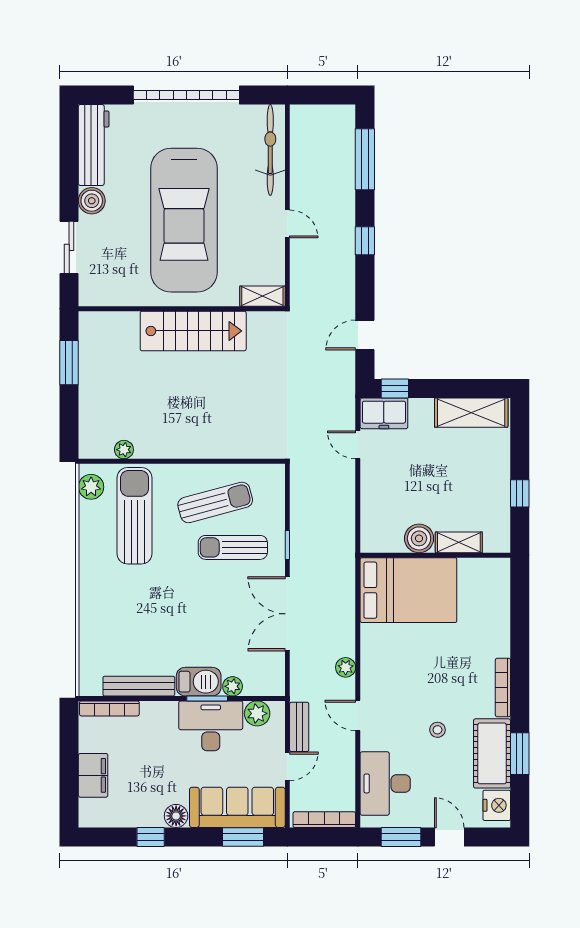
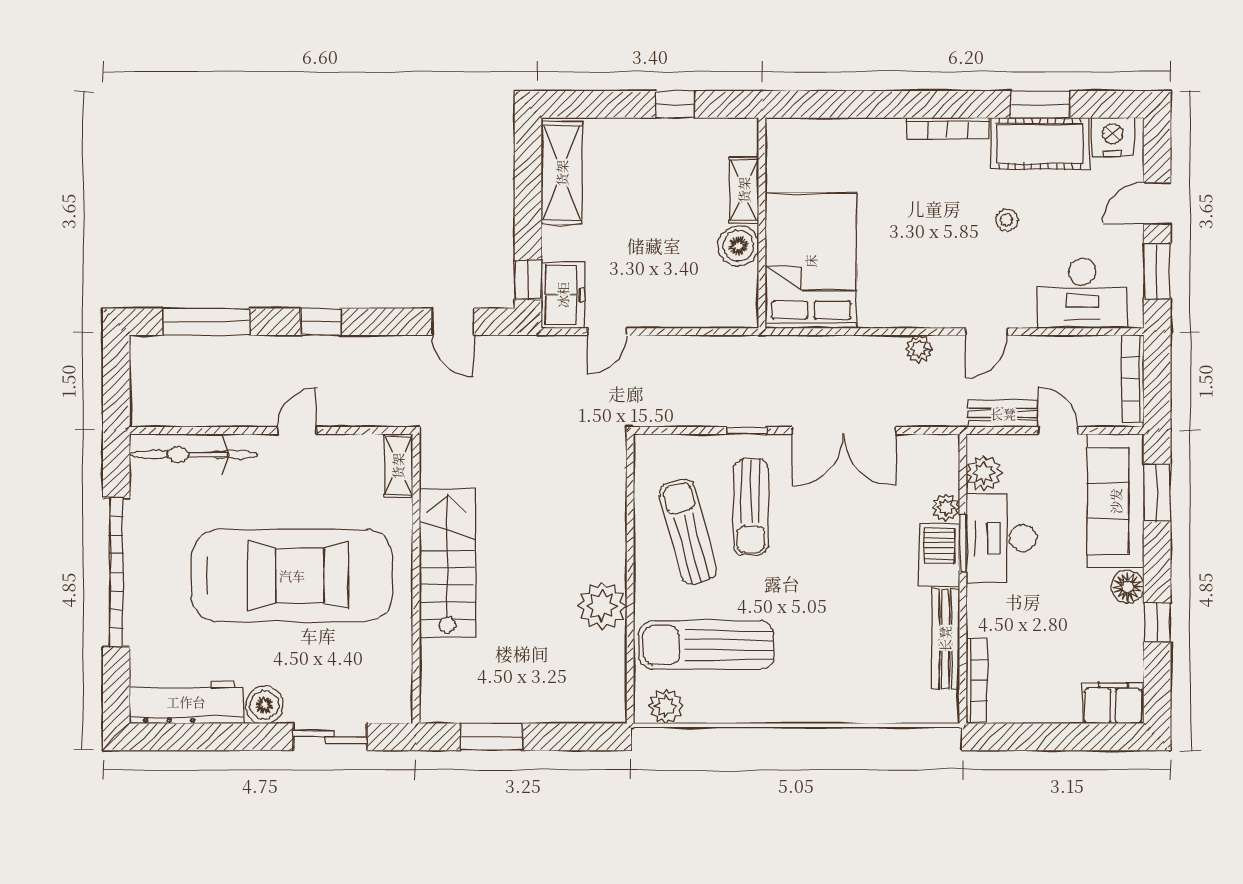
plant: (124, 450) -> (602, 606), moved, width x1.87, depth x1.87
filing cabinet: (93, 775) -> (1113, 703), moved

